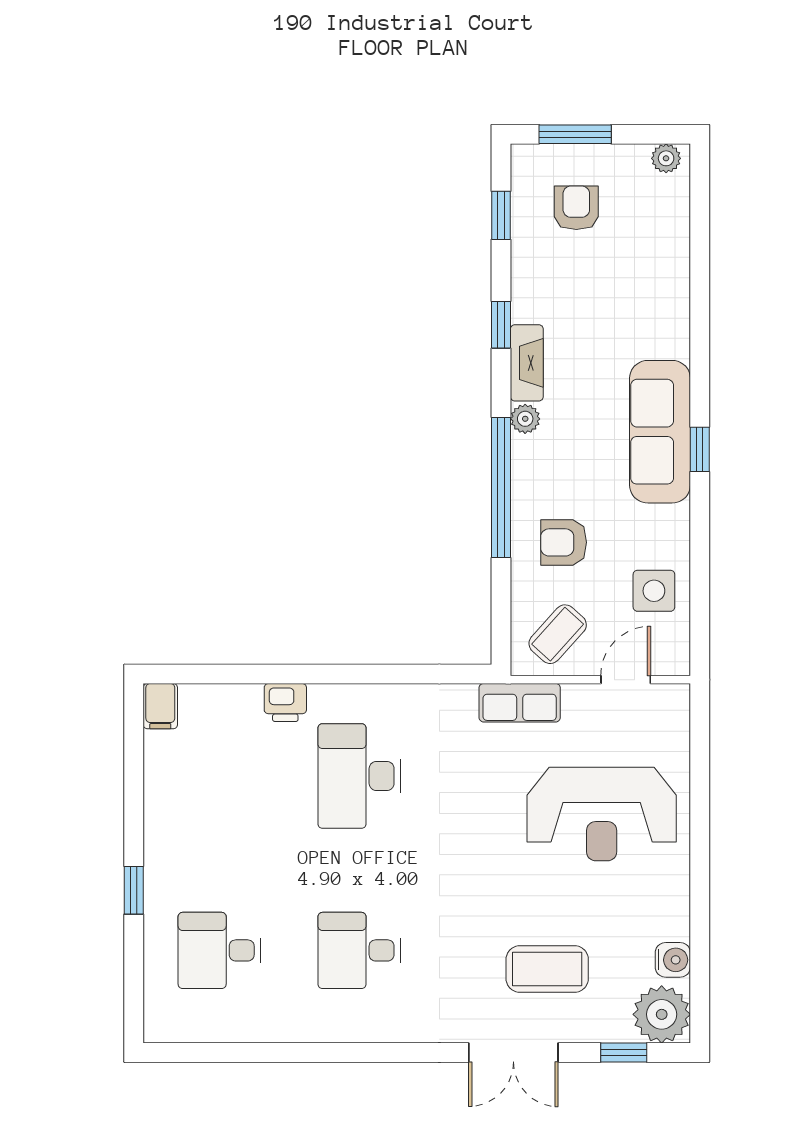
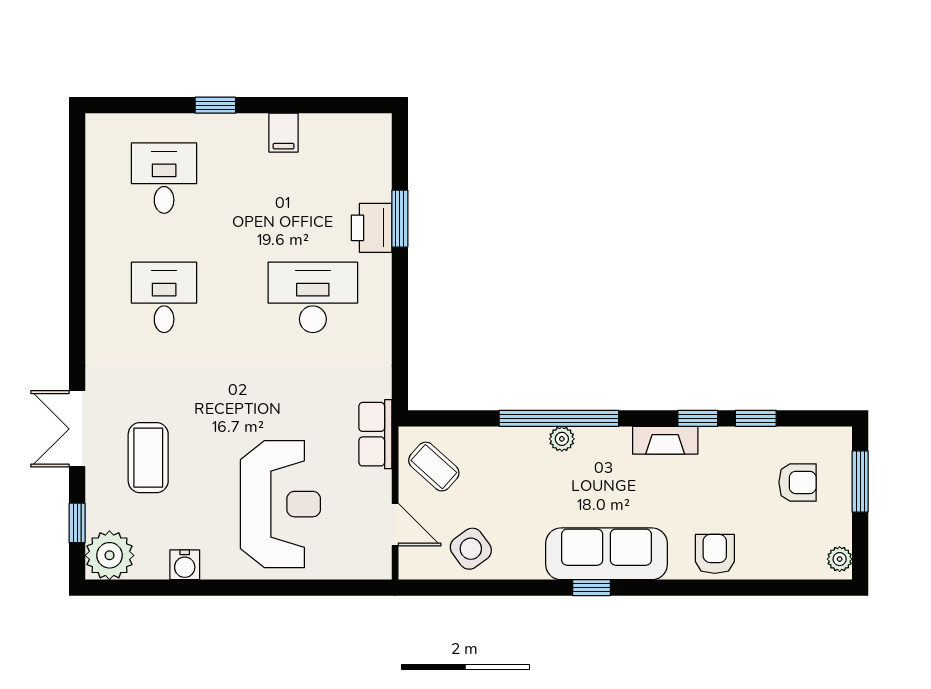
window: (501, 215) -> (756, 418), moved
plant: (525, 419) -> (562, 439), moved
armchair: (564, 542) -> (715, 554), moved
side table: (654, 591) -> (471, 549), turned -36
window: (267, 674) -> (400, 219), added
printer: (285, 702) -> (372, 228), width x1.36, depth x1.24
filing cabinet: (160, 706) -> (284, 133), moved, turned -90
reception desk: (602, 814) -> (280, 504), turned 180
water cooler: (673, 960) -> (185, 565), moved

